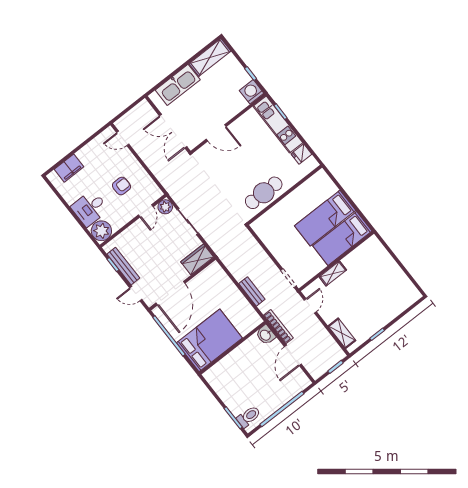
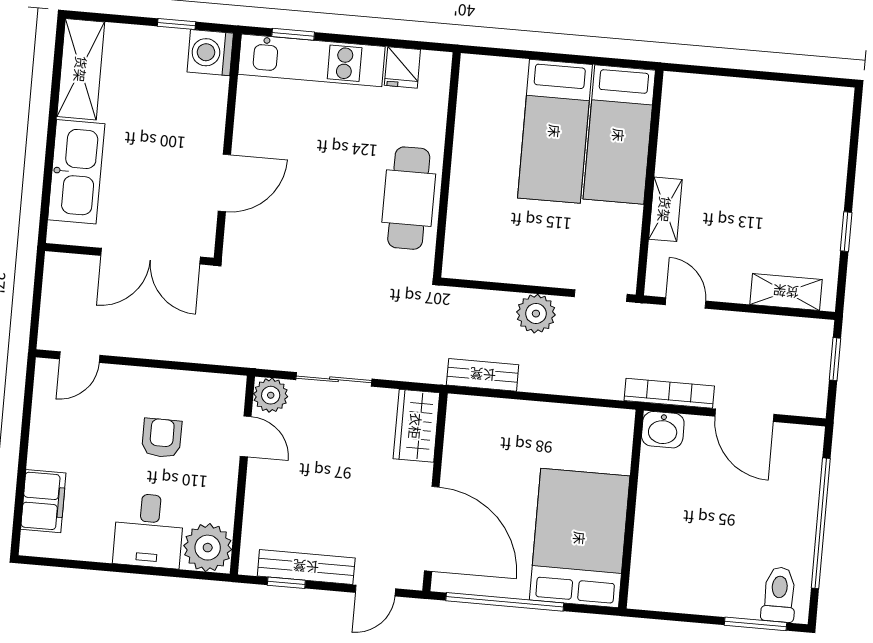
plant: (265, 264) -> (536, 314), added
bench: (252, 291) -> (483, 375), moved

